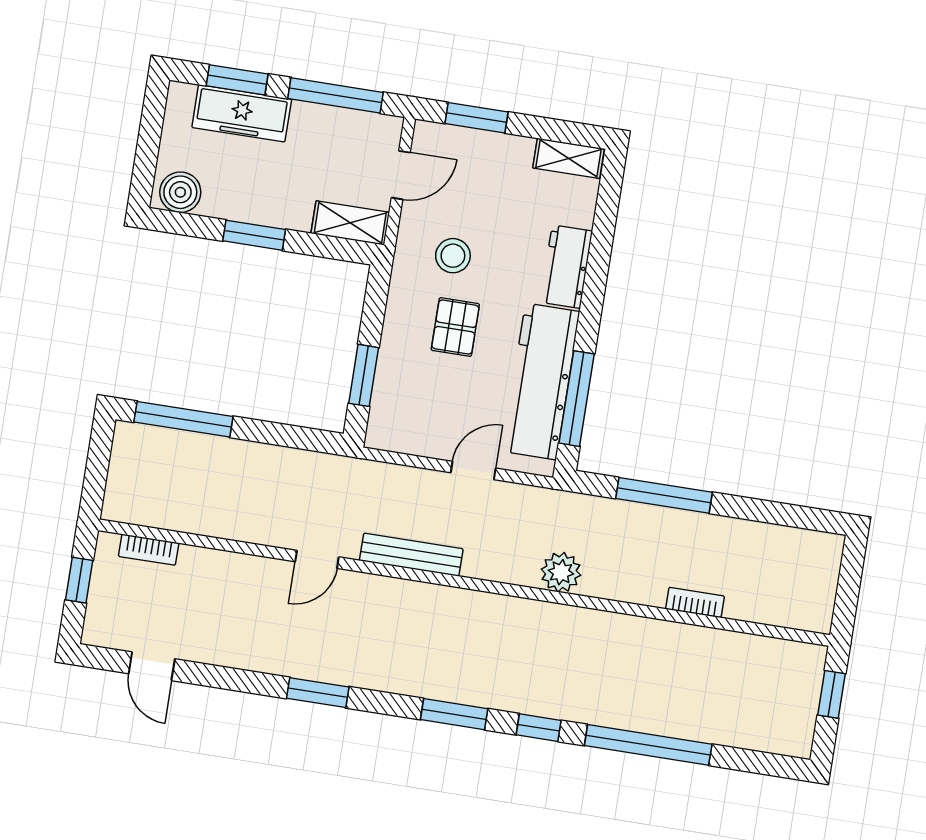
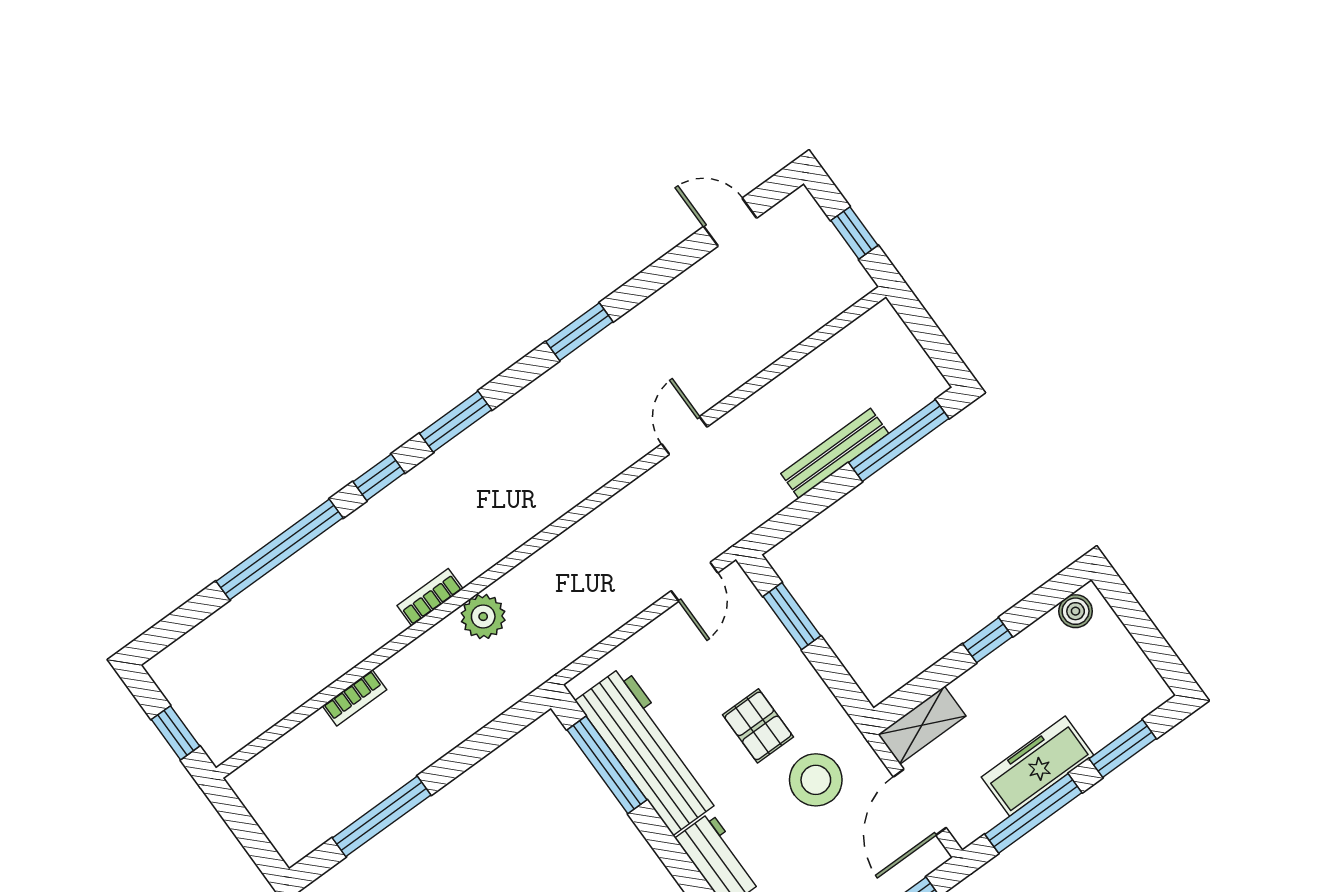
freezer: (242, 113) -> (1037, 766), moved
door: (401, 175) -> (920, 802), width x1.37
boiler: (180, 192) -> (1076, 611), width x0.73, depth x0.73
window: (254, 235) -> (988, 640), width x0.67
stool: (453, 256) -> (816, 780), width x1.38, depth x1.38
door: (473, 470) -> (694, 582), moved
window: (664, 495) -> (382, 816), moved
bookcase: (149, 550) -> (430, 597), moved
bench: (411, 555) -> (835, 453), moved

